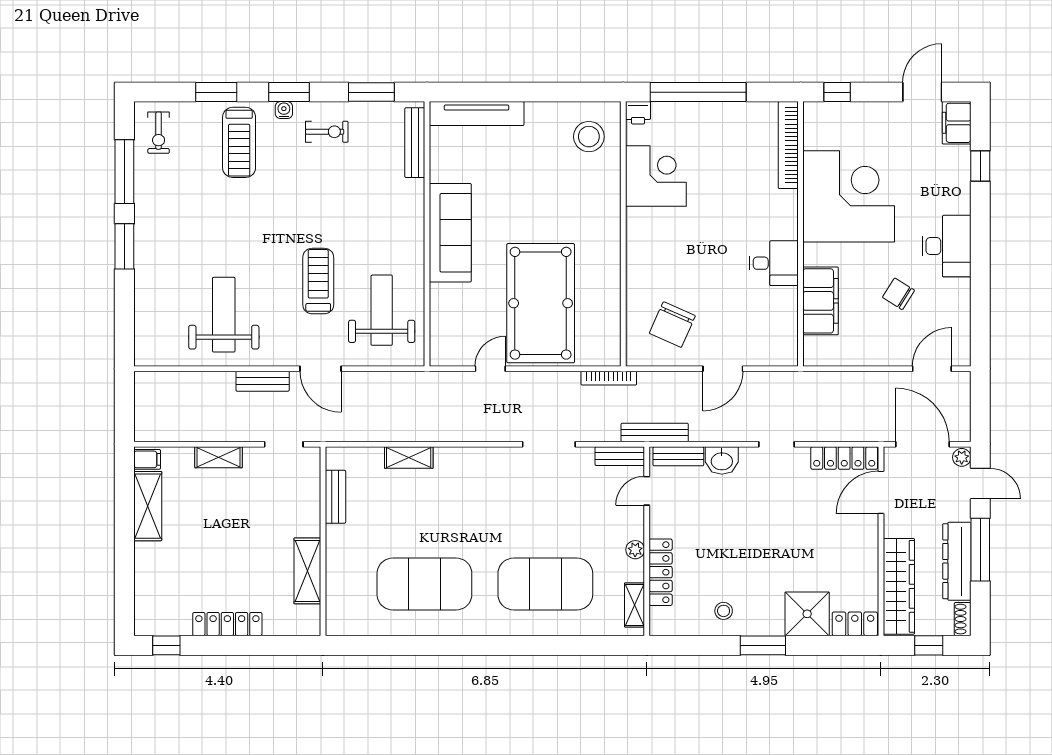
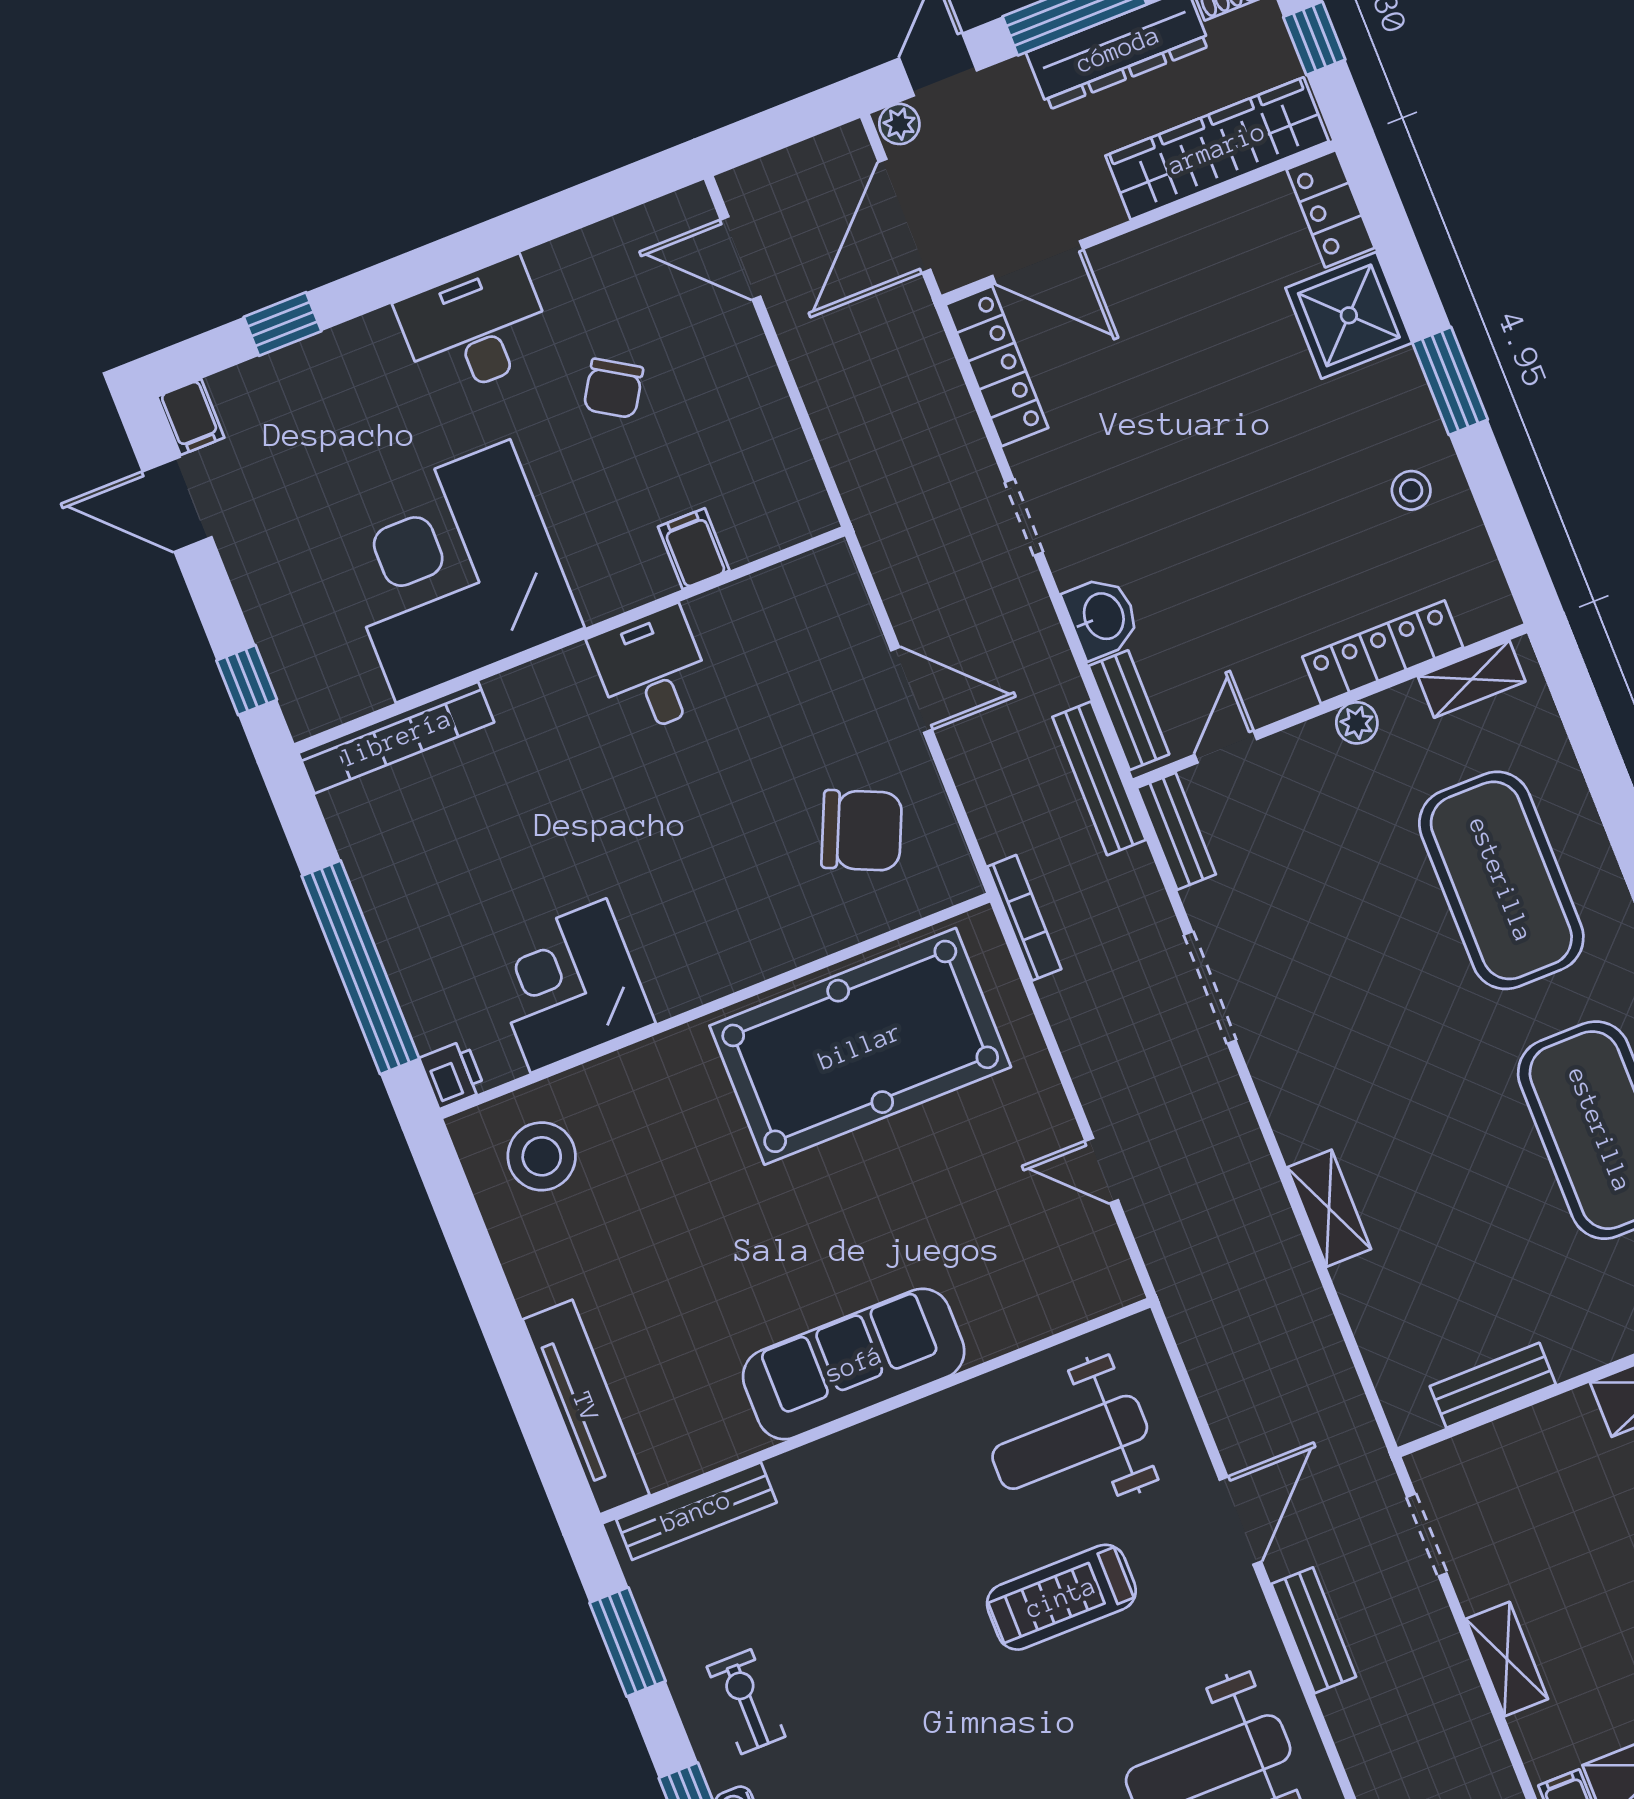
filing cabinet: (957, 123) -> (191, 417), width x0.50
filing cabinet: (821, 301) -> (694, 549), width x0.33, depth x0.86
pool table: (541, 303) -> (860, 1046), moved
shelving: (409, 458) -> (1329, 1208), moved
door: (647, 491) -> (1226, 747), swing flipped

